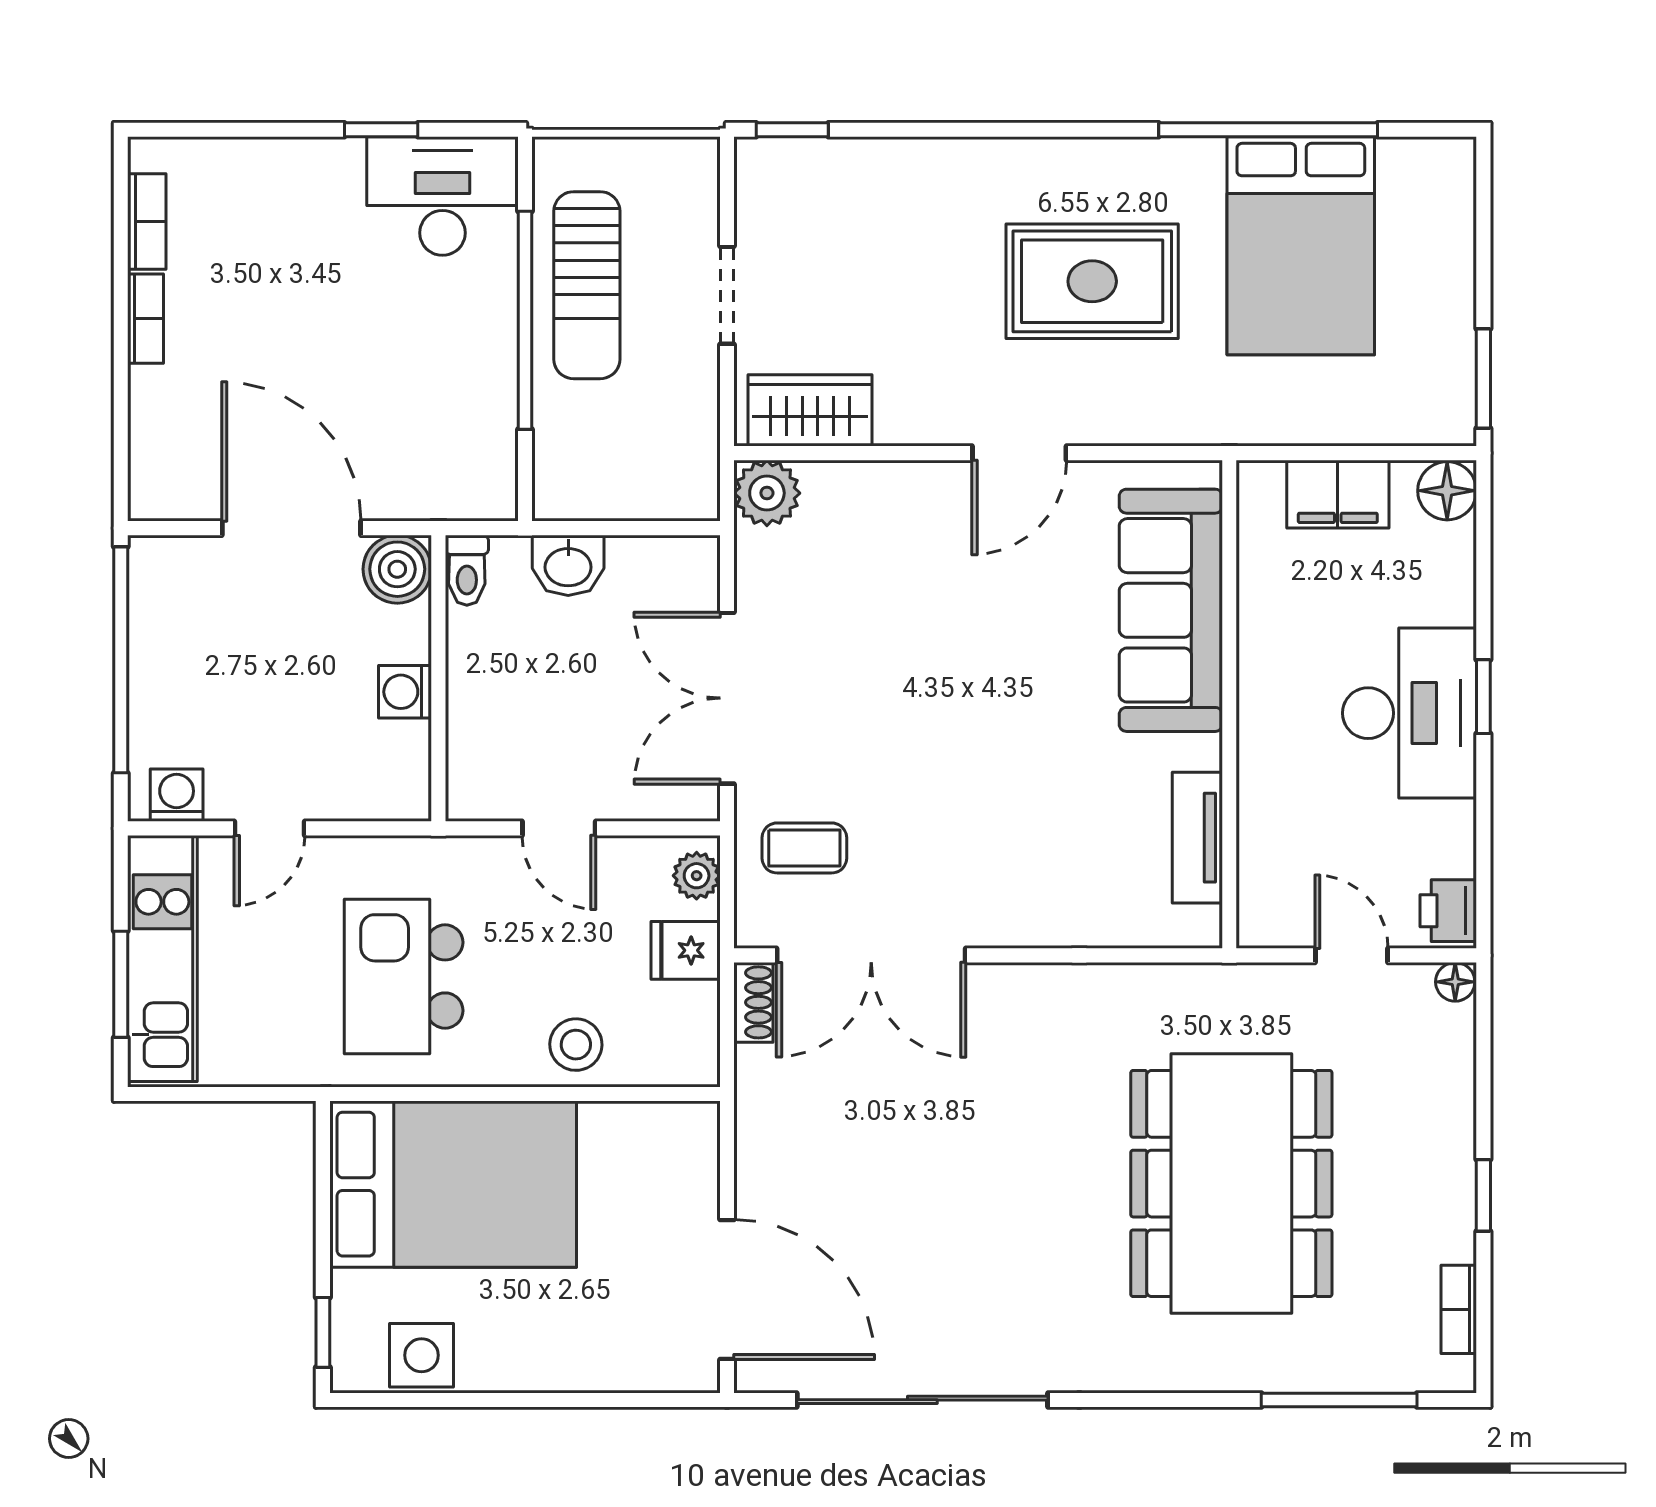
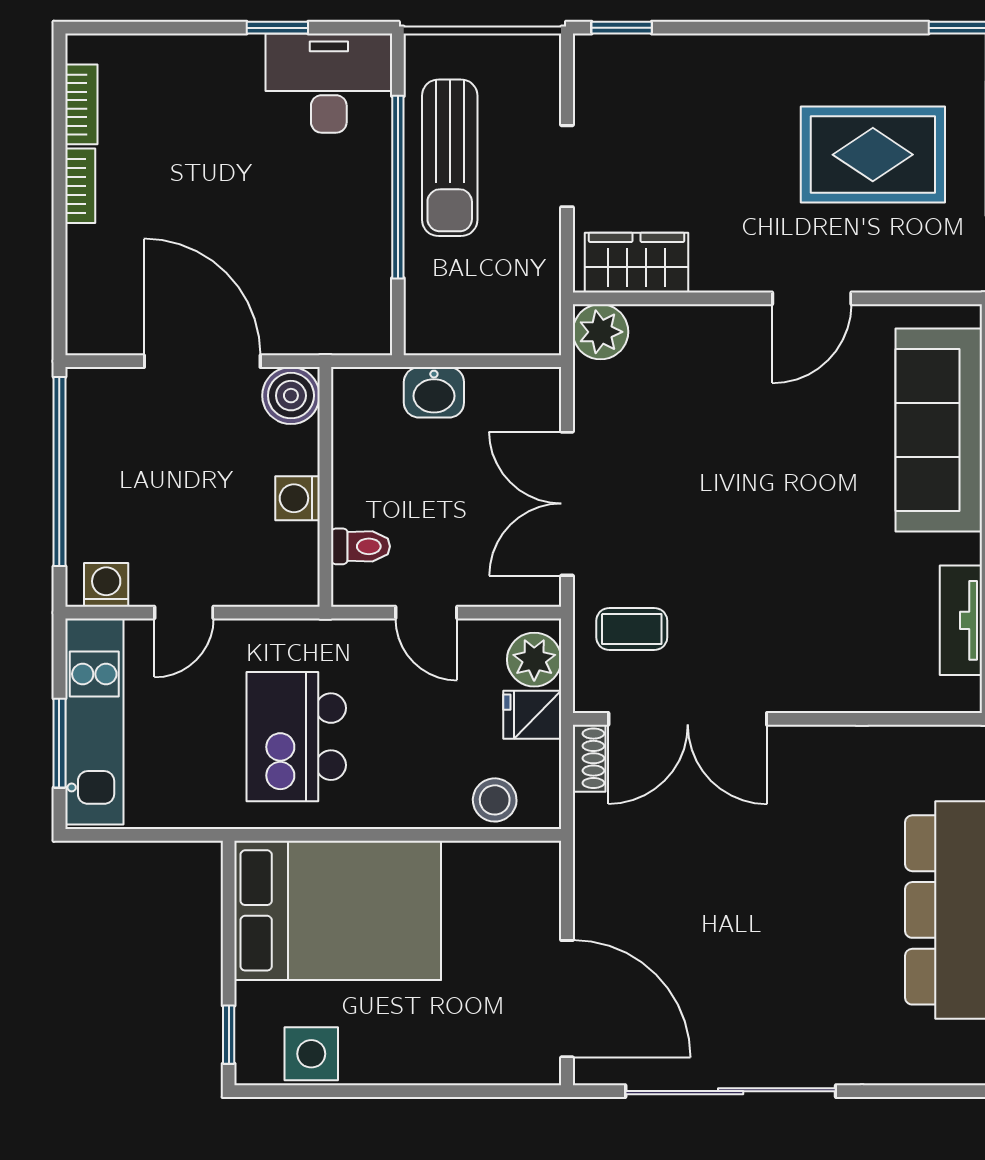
toilet: (467, 570) -> (361, 546), moved, turned -90
plant: (697, 876) -> (534, 660), width x1.38, depth x1.38
stool: (576, 1045) -> (495, 800), moved

